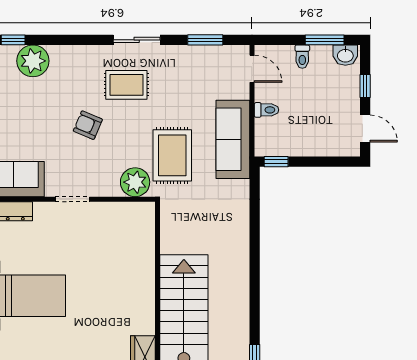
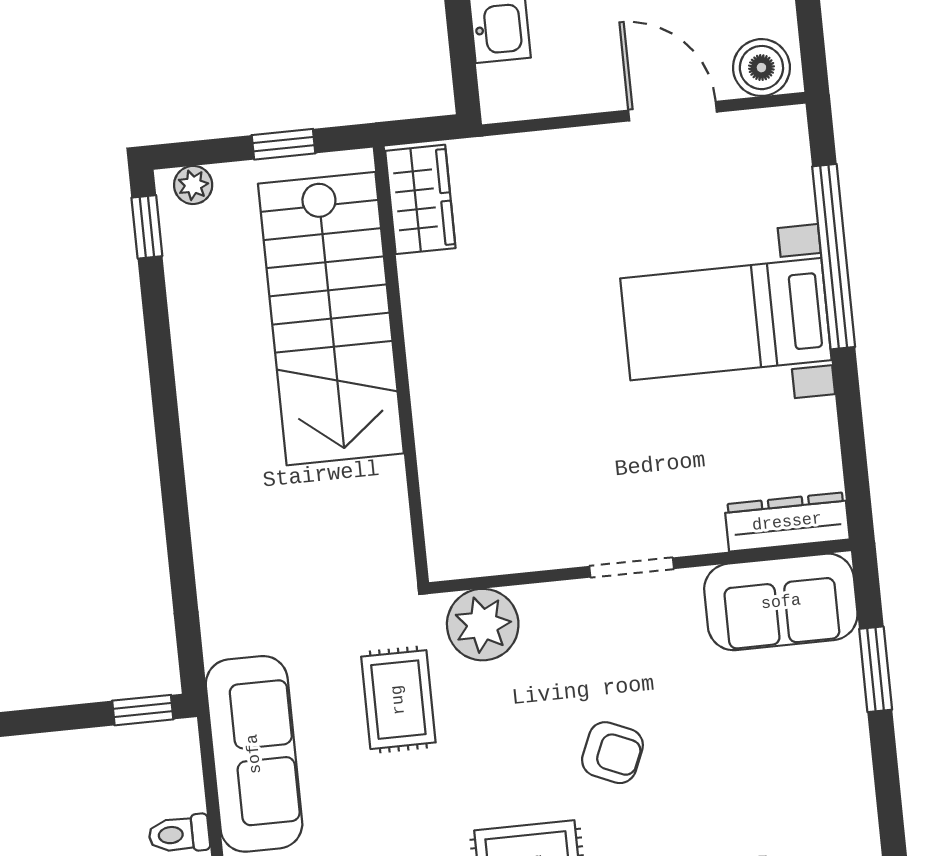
rug: (172, 155) -> (398, 700), width x0.73, depth x0.70

